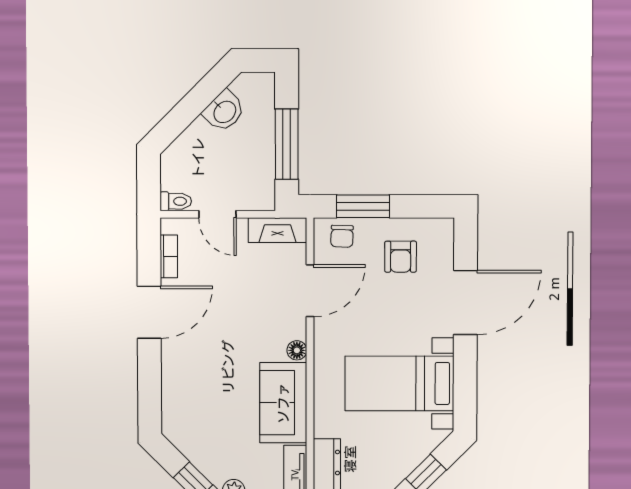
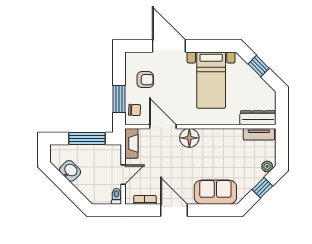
floor lamp: (297, 350) -> (189, 138), width x1.89, depth x1.89
sofa: (283, 403) -> (215, 192), moved, turned 180

